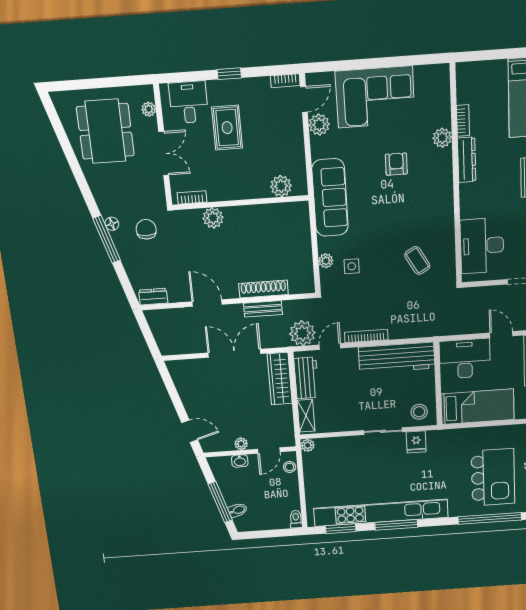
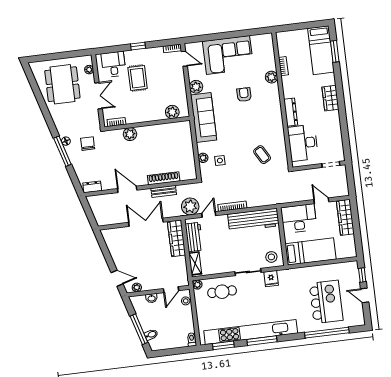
door: (304, 99) -> (184, 59), hinge flipped
plant: (319, 125) -> (196, 87), moved
dresser: (467, 160) -> (291, 112), moved
plant: (241, 444) -> (137, 288), moved
cafe table: (343, 457) -> (222, 292), added

